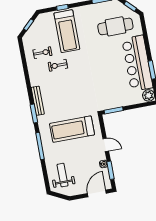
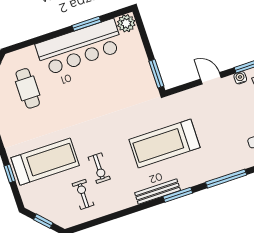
cafe table: (115, 26) -> (28, 88), width x0.73, depth x0.74
treadmill: (72, 129) -> (164, 144), moved, turned 90
door: (106, 145) -> (211, 78), hinge flipped

